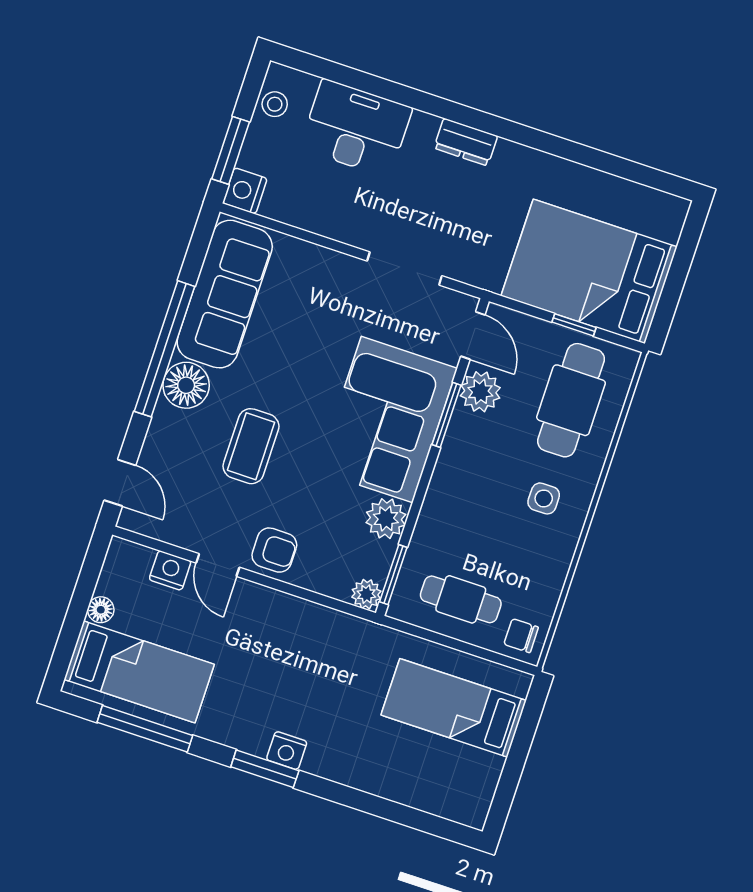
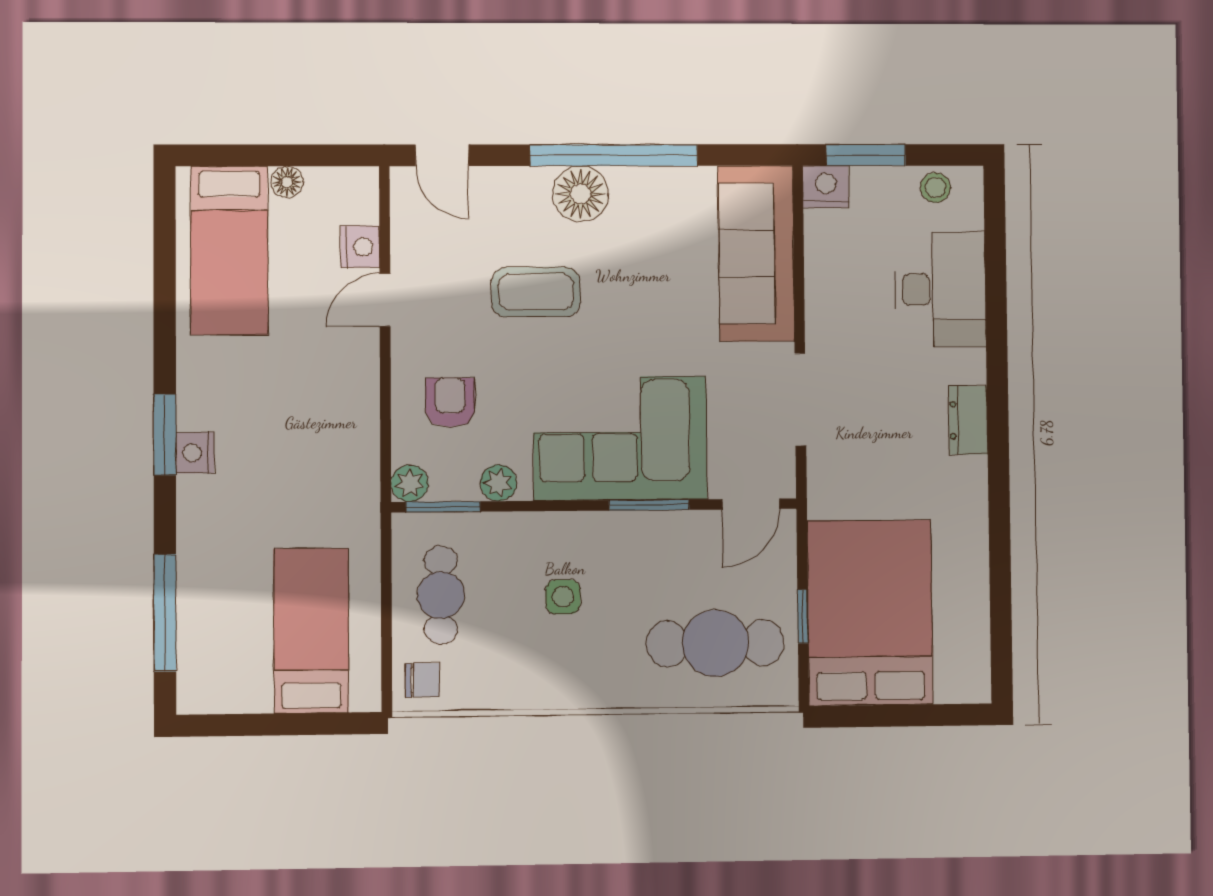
sofa: (225, 294) -> (756, 253), moved, turned 90
plant: (480, 392) -> (689, 535), removed
door: (120, 483) -> (442, 155), hinge flipped
side table: (544, 498) -> (563, 597), moved
plant: (386, 519) -> (498, 483), width x0.73, depth x0.73
armchair: (274, 550) -> (450, 402), moved, turned 180
chair: (521, 636) -> (422, 680), turned 90
window: (145, 729) -> (165, 613), moved

